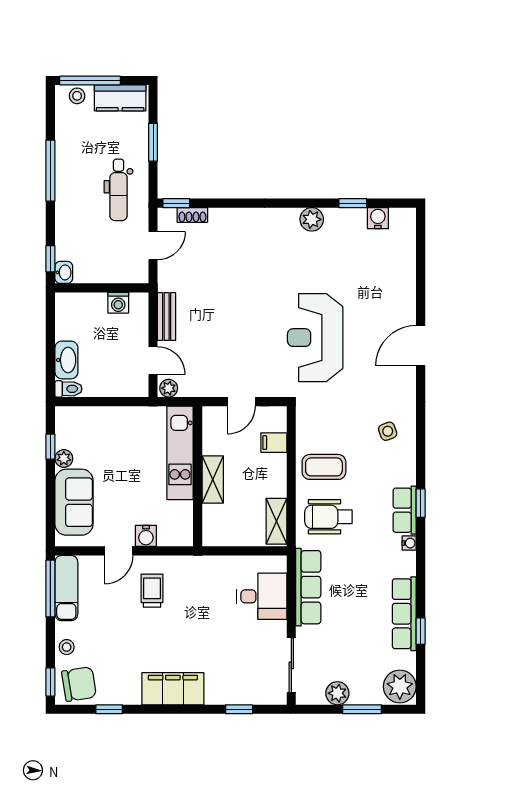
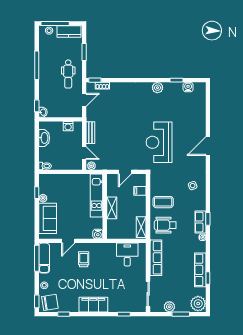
washbasin: (66, 360) -> (44, 138), moved
water cooler: (146, 536) -> (98, 234), moved
desk: (262, 596) -> (127, 255), moved, turned -90

